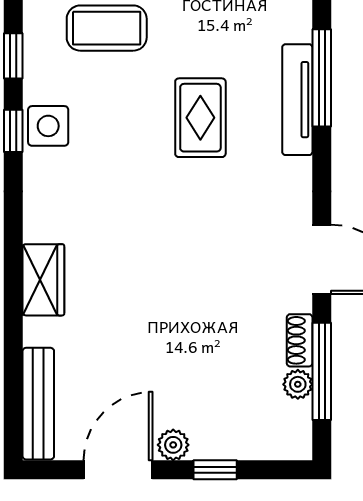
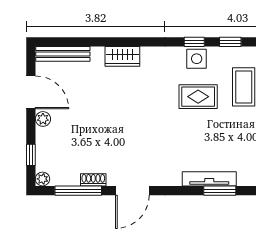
window: (322, 78) -> (220, 191), width x0.69
rug: (200, 118) -> (198, 97), moved
plant: (298, 384) -> (42, 179), moved
window: (215, 470) -> (31, 155), moved

